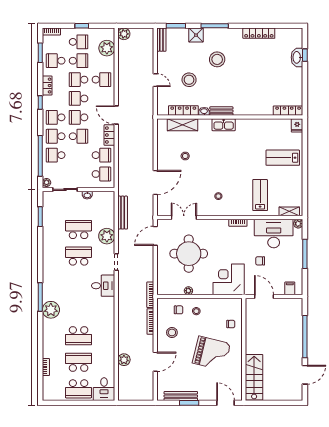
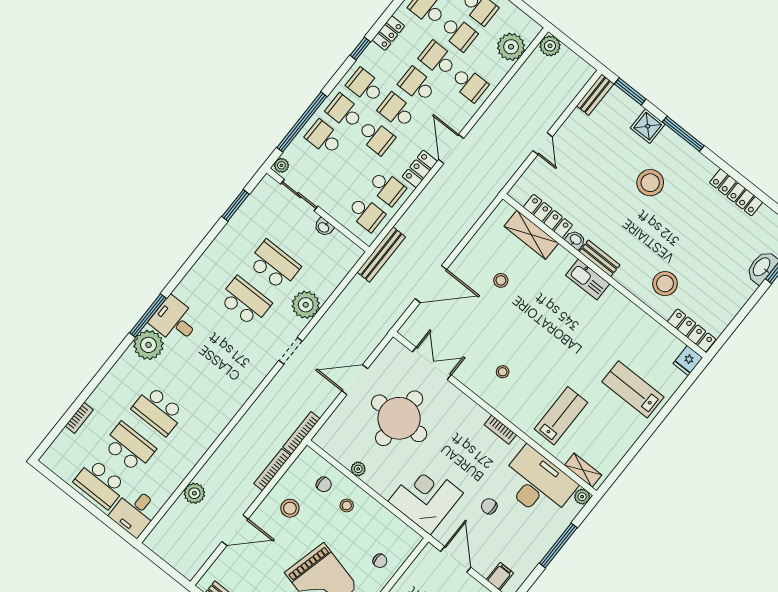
stool: (189, 80) -> (665, 284), moved
bench: (123, 213) -> (381, 254), moved
door: (155, 236) -> (355, 380), moved
desk: (103, 286) -> (175, 321), moved, turned 180

